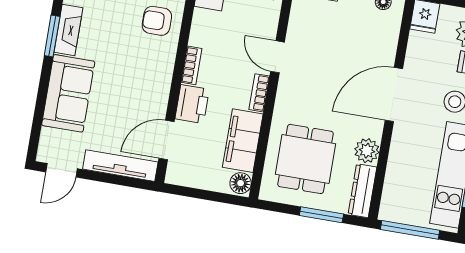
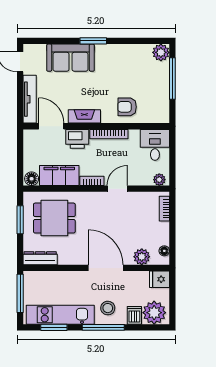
armchair: (157, 21) -> (127, 107), turned -90
fireplace: (68, 30) -> (84, 116), moved, turned 180
window: (52, 36) -> (93, 41), moved
bookcase: (191, 65) -> (109, 134), width x1.56
plant: (367, 151) -> (142, 257), moved
window: (321, 215) -> (20, 220), moved

